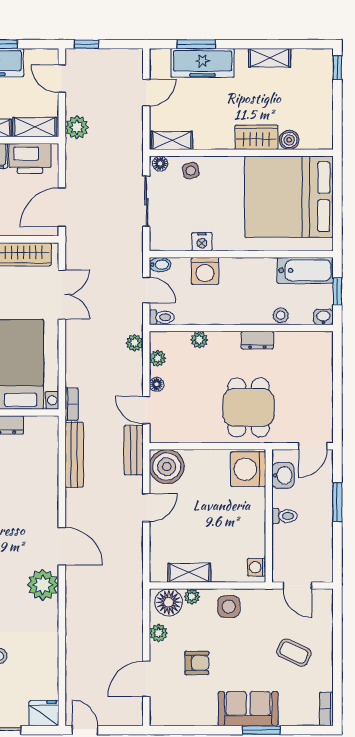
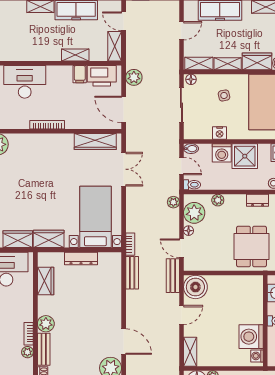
shelving: (35, 127) -> (115, 46), moved, turned 90
plant: (77, 127) -> (134, 77), moved
shelving: (214, 141) -> (228, 64), added
side table: (191, 171) -> (224, 95), moved
door: (62, 207) -> (124, 109), hinge flipped
shower: (239, 276) -> (245, 156), added
plant: (158, 358) -> (194, 213), width x1.88, depth x1.88
bench: (74, 455) -> (132, 273), width x0.73
washing machine: (248, 469) -> (251, 337), moved
shelving: (189, 573) -> (190, 352), moved, turned 90

